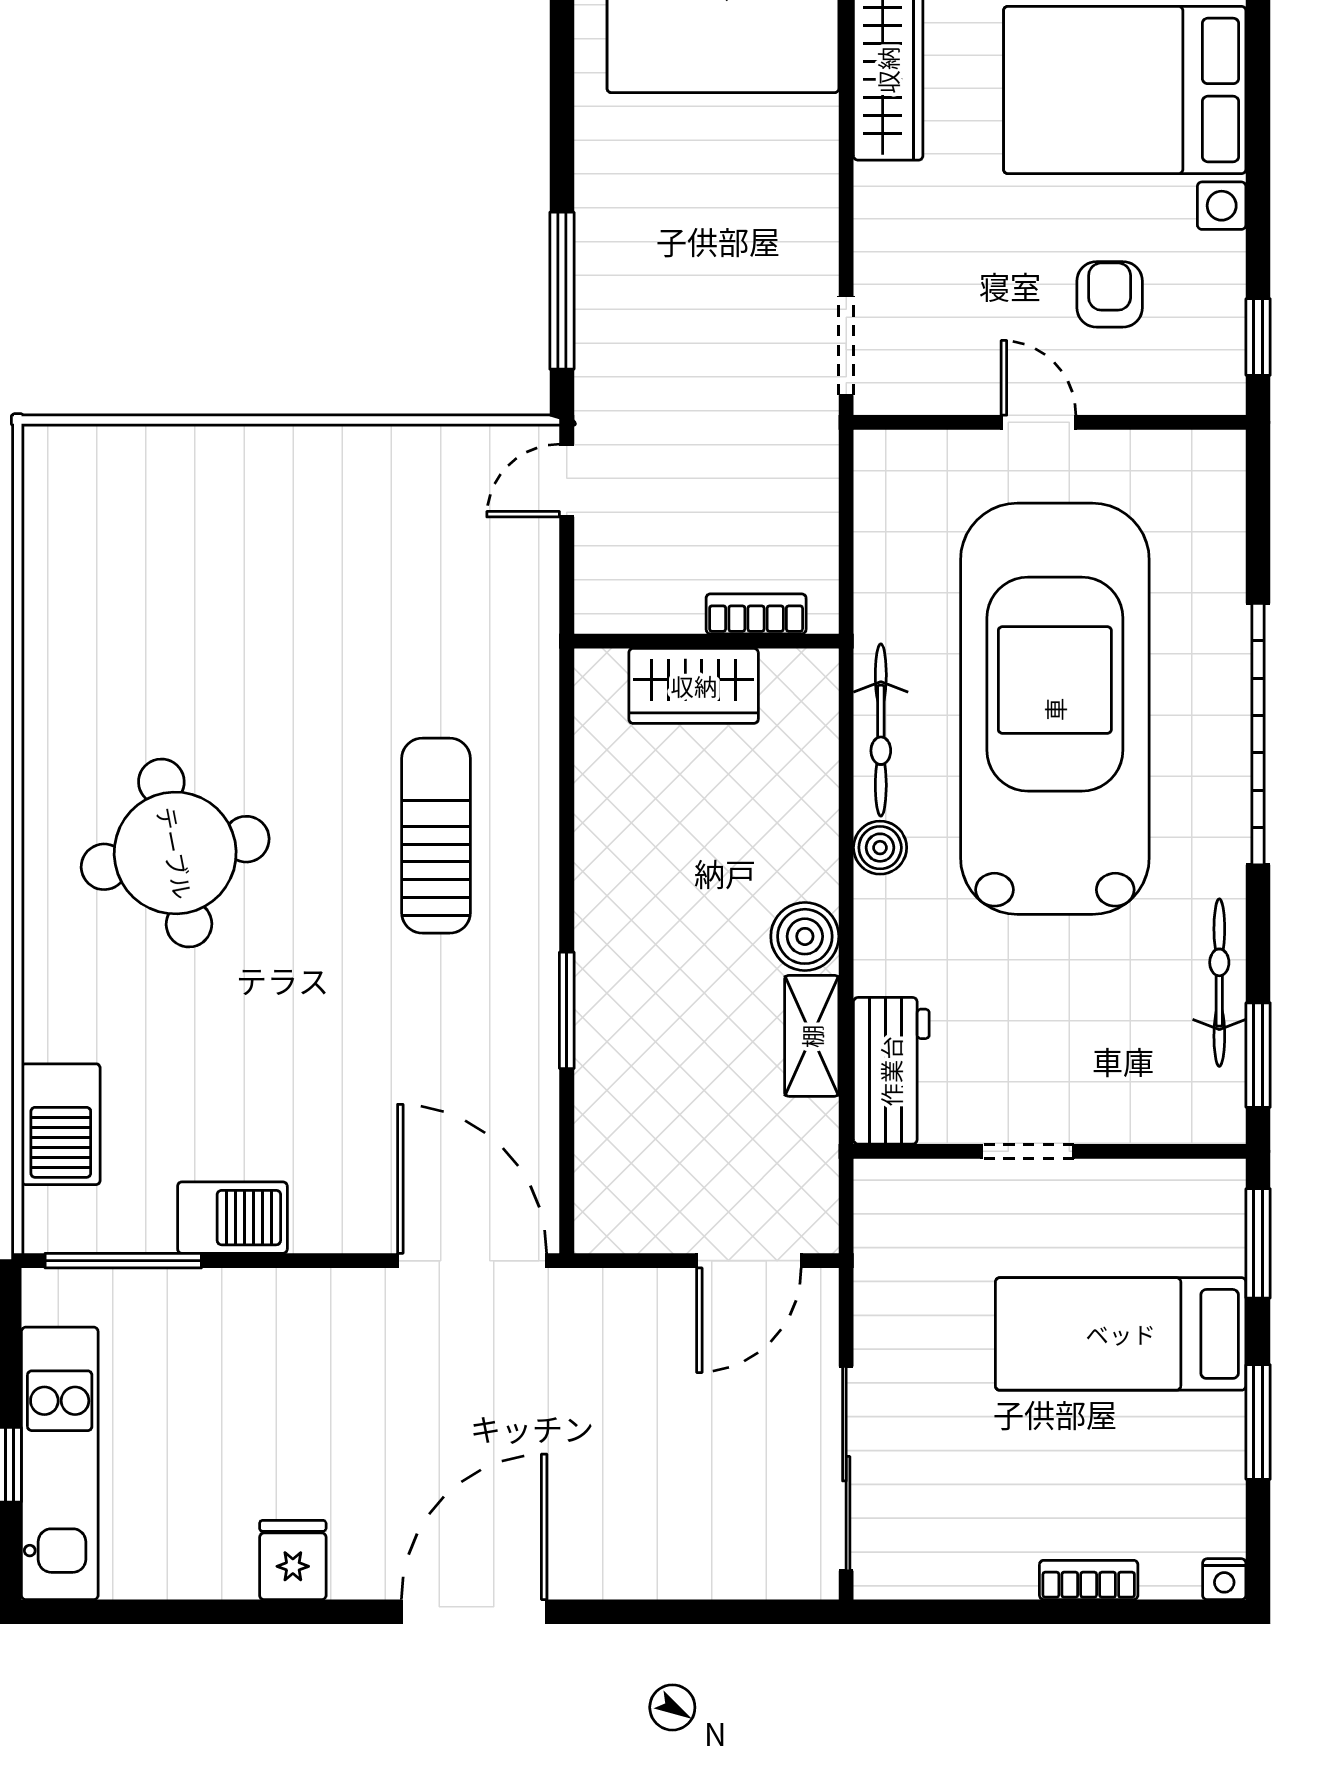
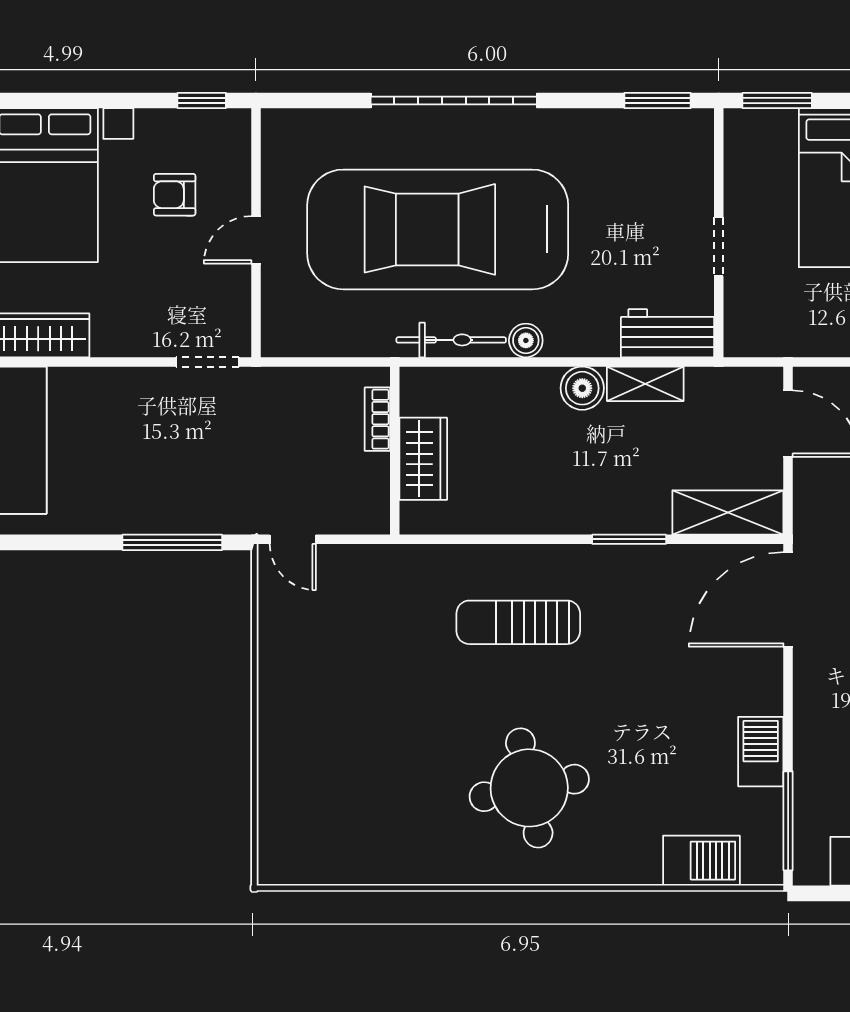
bicycle: (1219, 983) -> (612, 125), removed
shelving: (609, 1166) -> (728, 512), added

